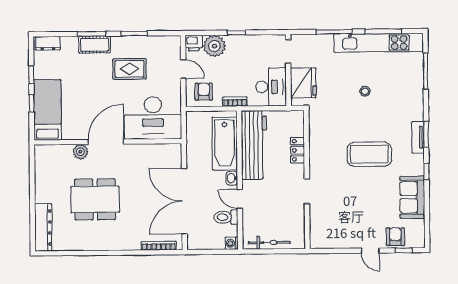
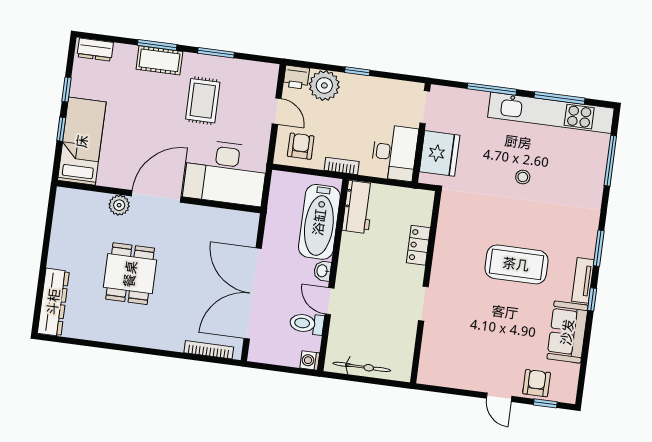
rug: (129, 69) -> (203, 101), turned 90
tv unit: (418, 137) -> (583, 280), moved
workbench: (254, 145) -> (358, 207), width x0.53, depth x0.76
dining table: (95, 199) -> (130, 274), width x0.73

